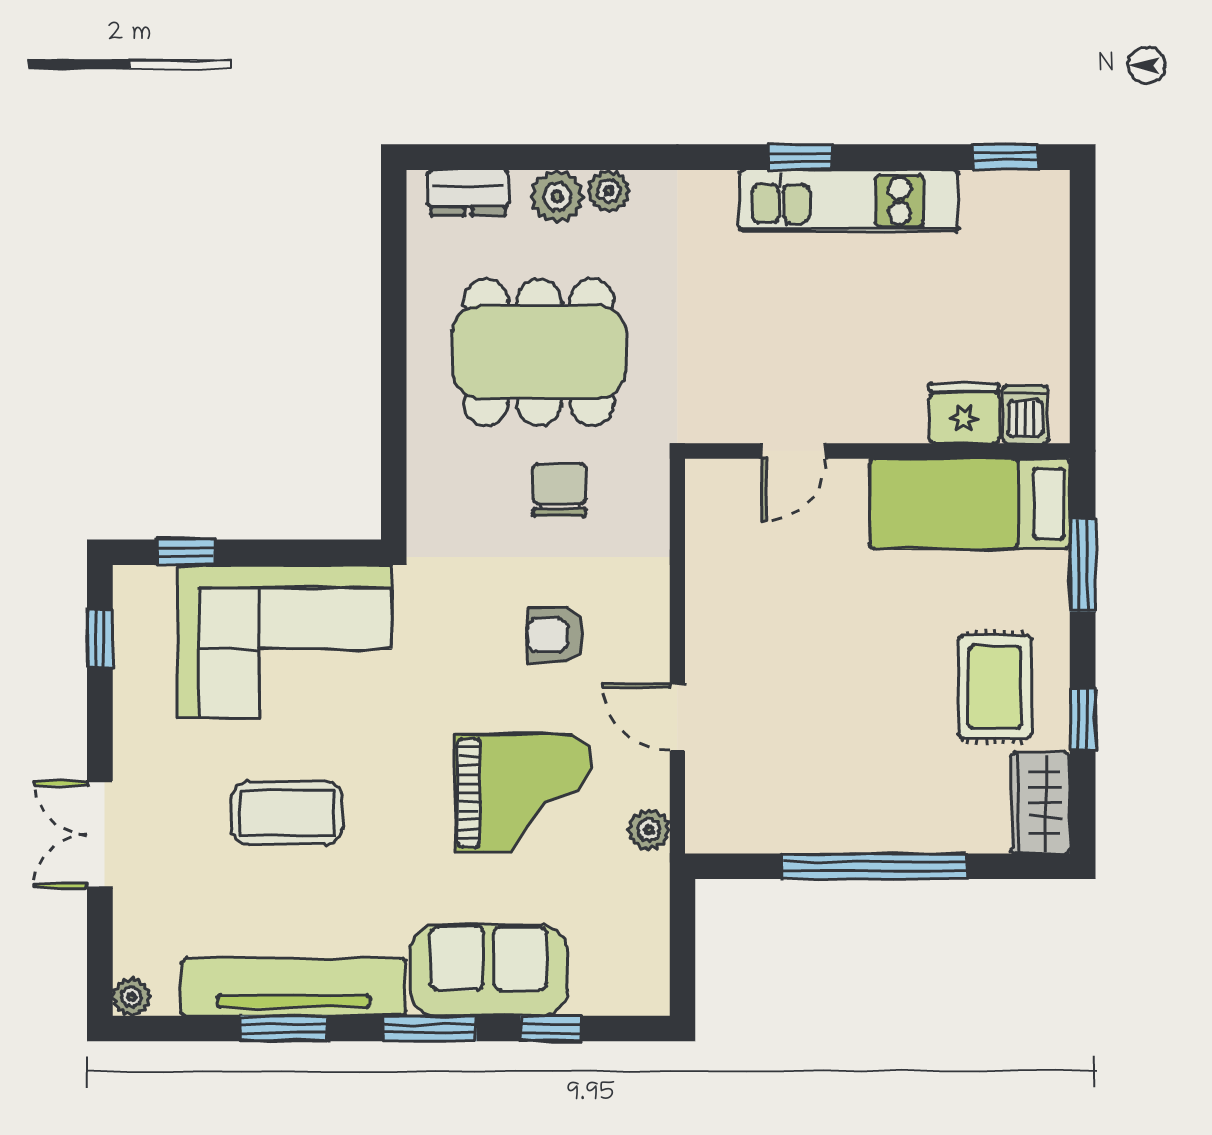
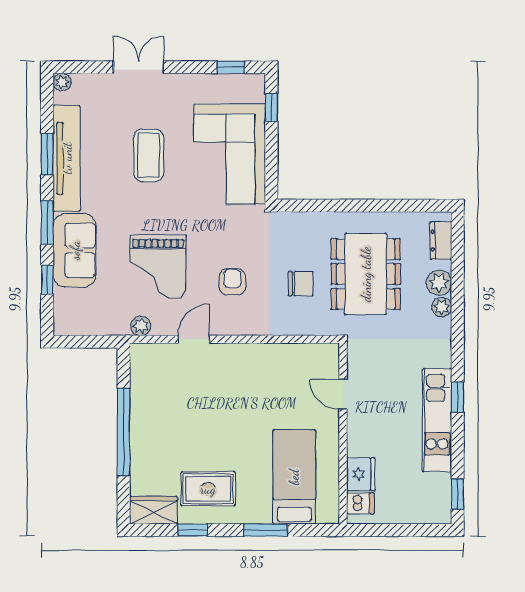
fridge: (964, 413) -> (361, 474), moved
dishwasher: (1026, 414) -> (360, 503), moved
door: (794, 451) -> (343, 394), moved
wall: (877, 451) -> (343, 433), moved

